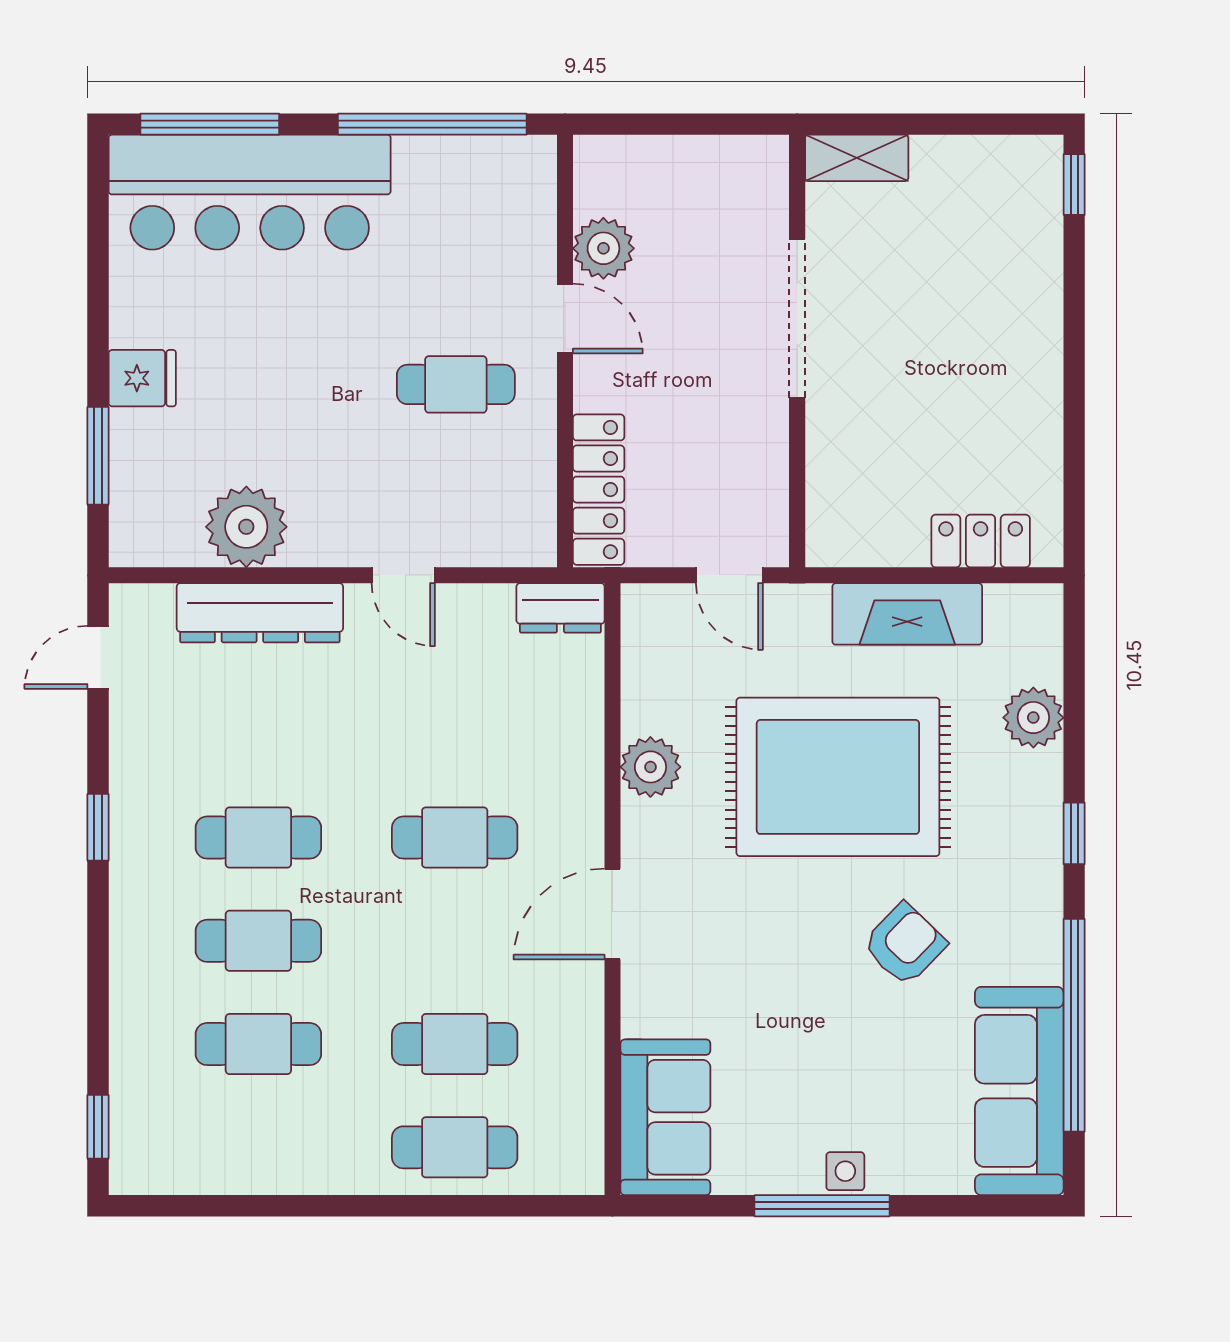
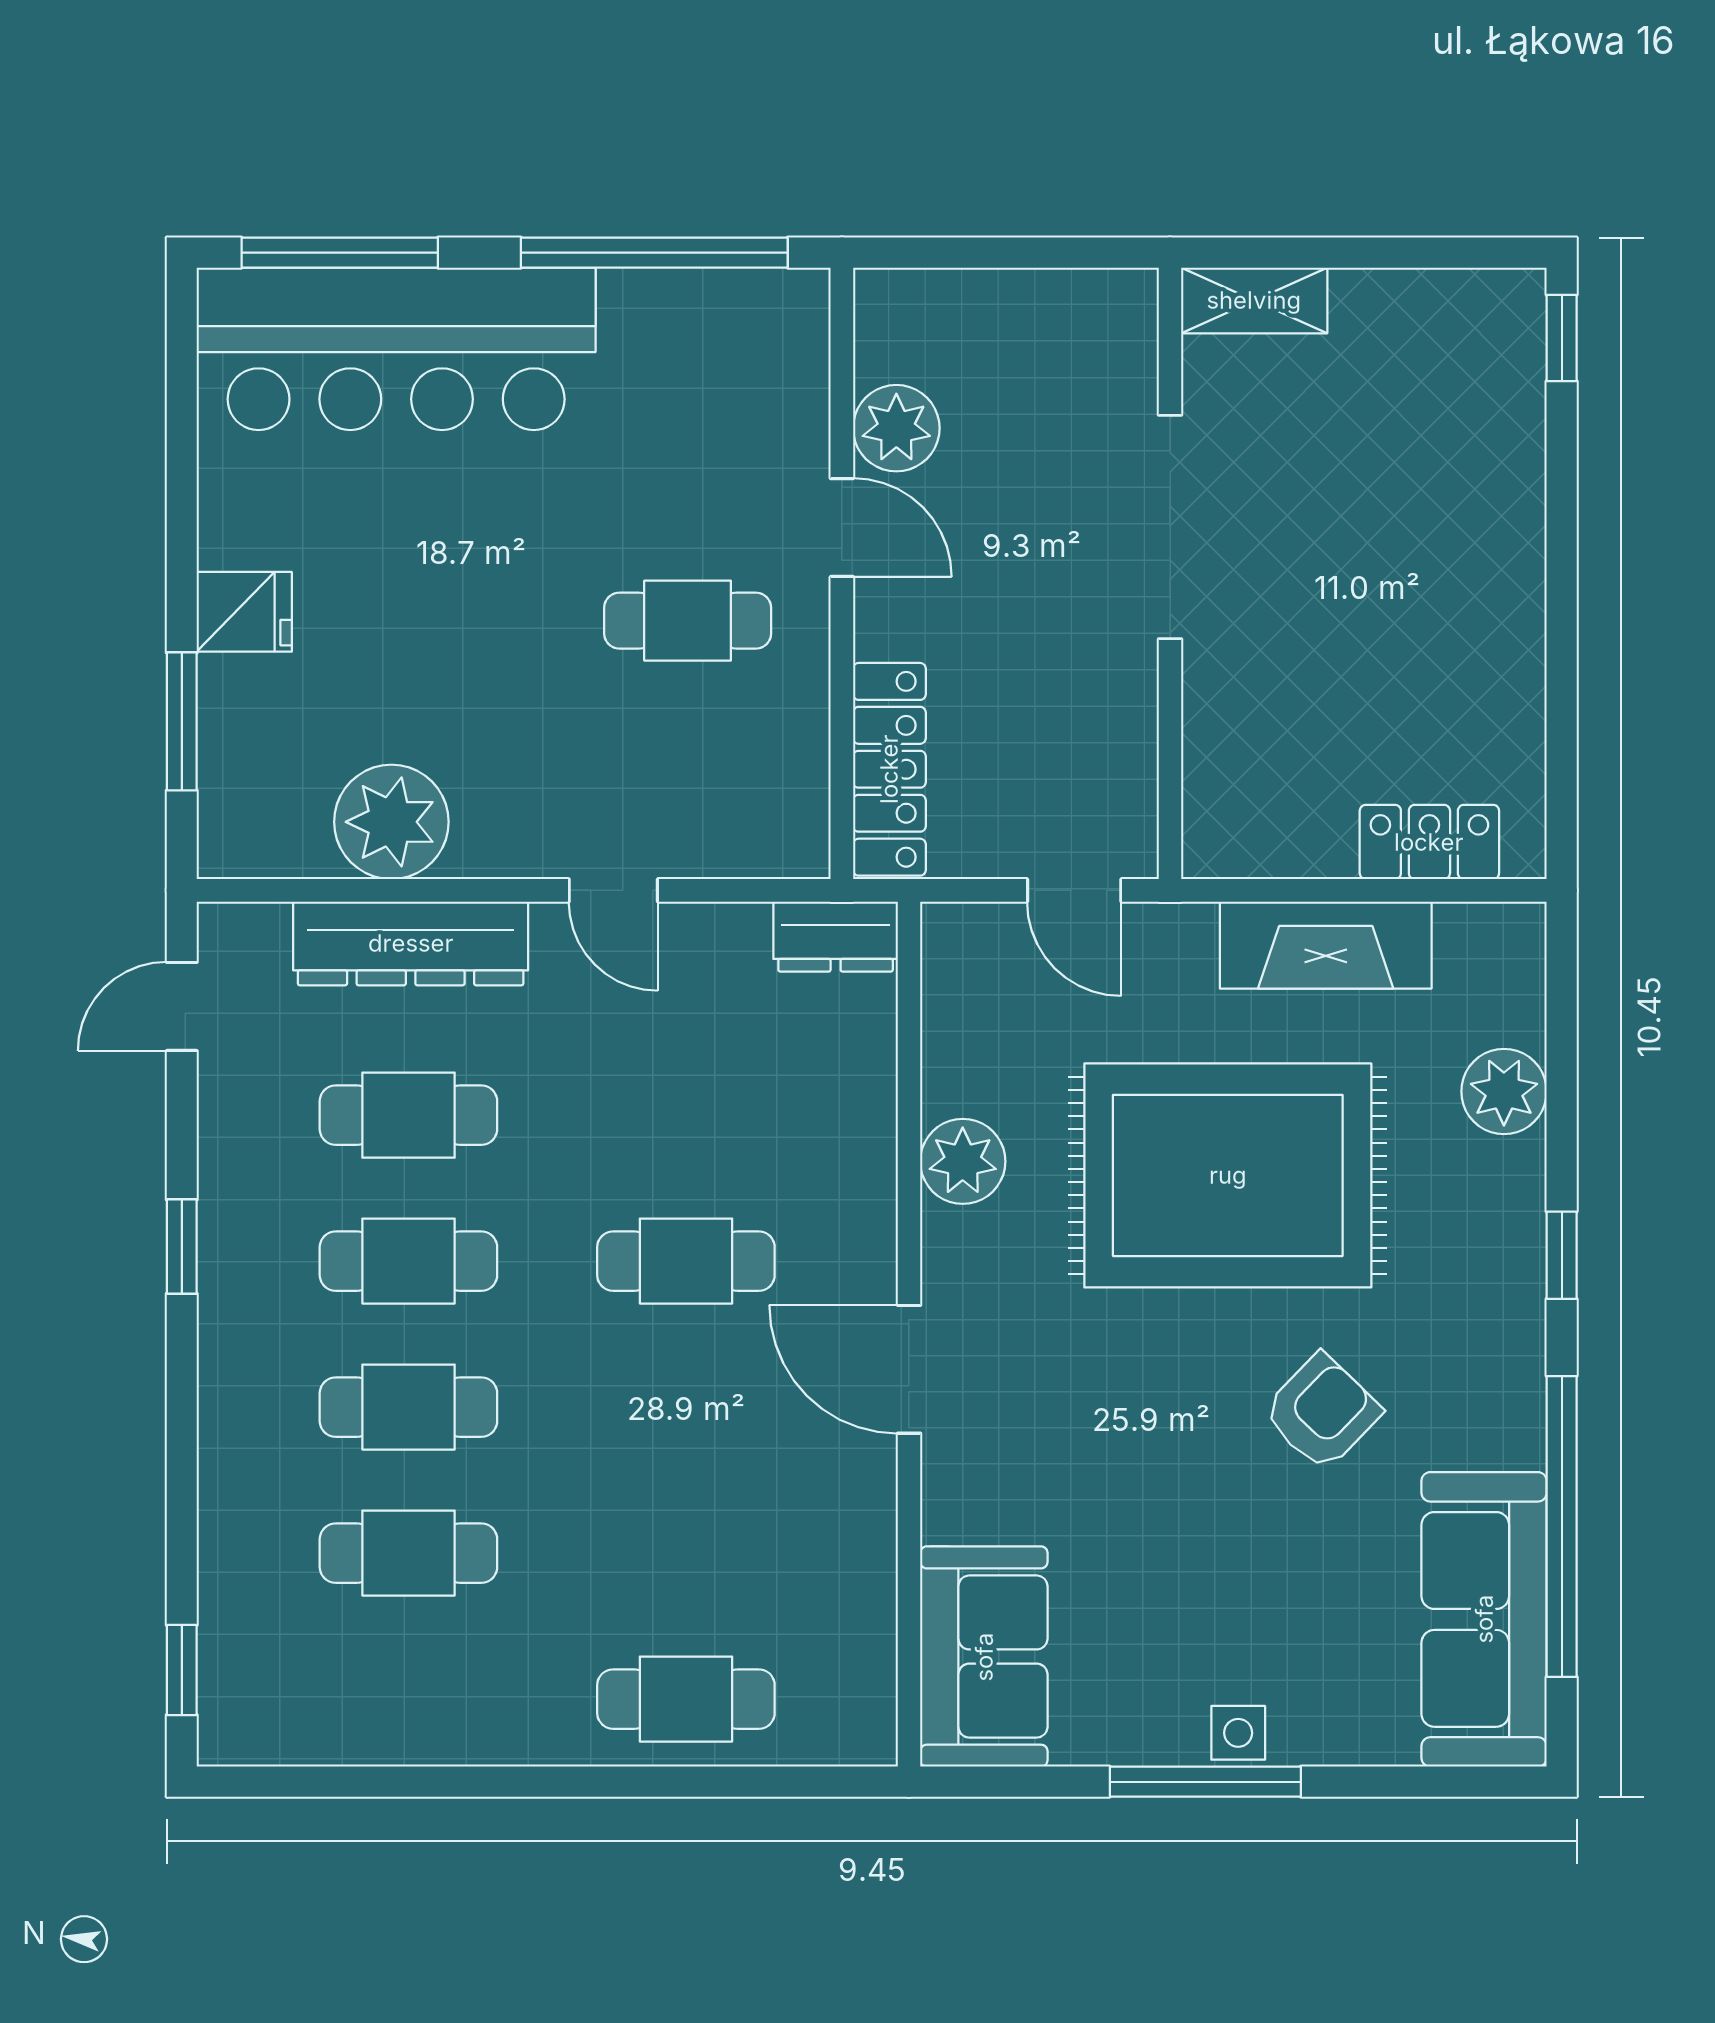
door: (612, 914) -> (909, 1369), hinge flipped
cafe table: (455, 1044) -> (408, 1115), moved

